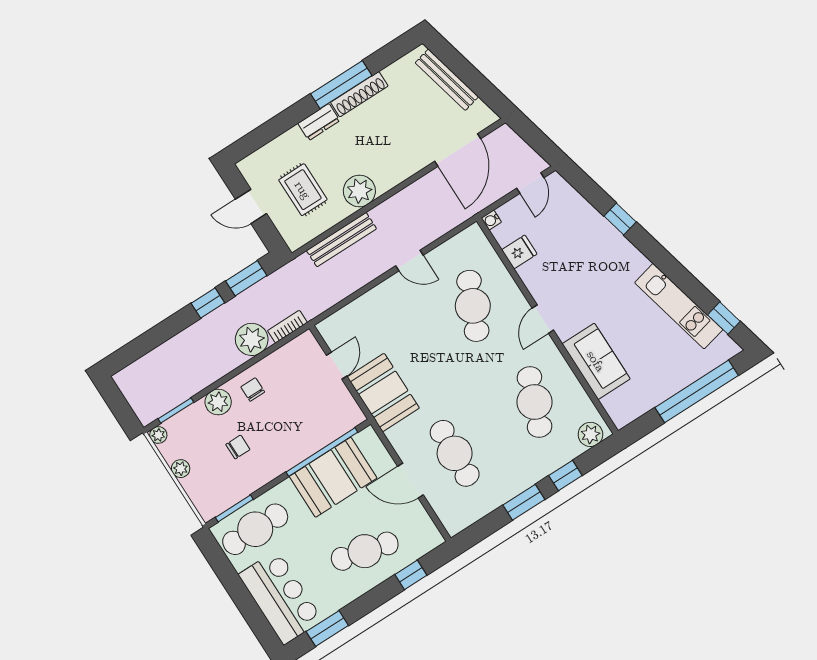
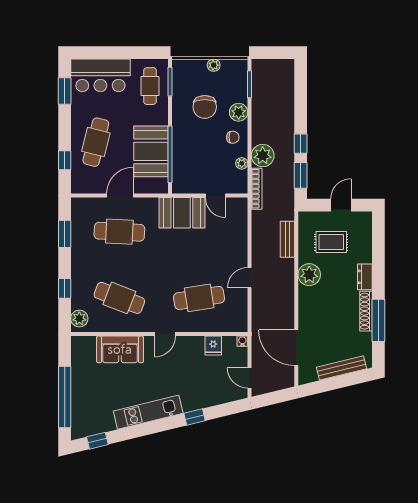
window: (341, 85) -> (378, 320), moved
bench: (341, 240) -> (287, 239), width x0.73
cafe table: (473, 306) -> (199, 298), turned -33
kitchen unit: (679, 306) -> (148, 412), moved
door: (543, 319) -> (165, 334), swing flipped
bookcase: (287, 327) -> (257, 189), width x1.56
plant: (158, 435) -> (242, 163), moved
chair: (238, 447) -> (205, 107), width x1.87, depth x1.87
window: (524, 502) -> (65, 234), moved
cafe table: (255, 529) -> (150, 86), width x0.73, depth x0.74

